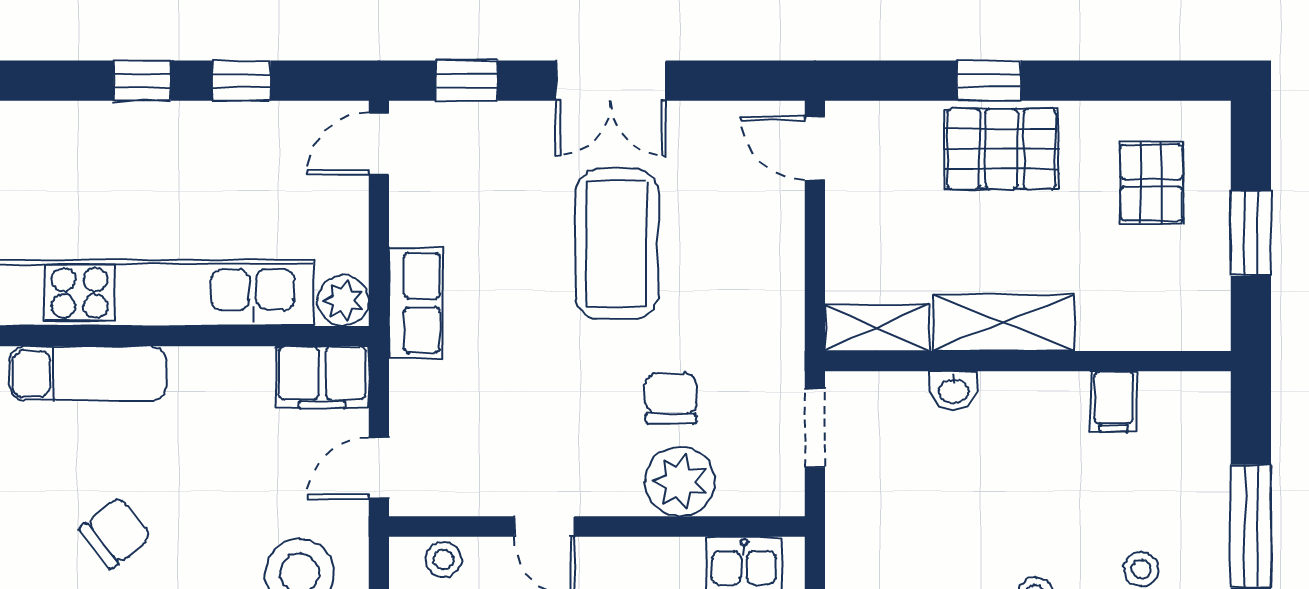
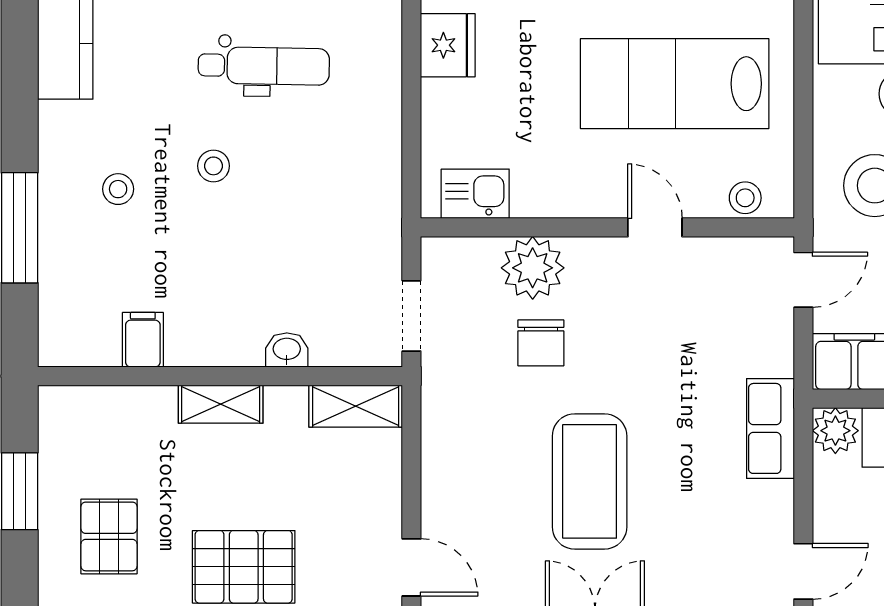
shelving: (1004, 323) -> (221, 404), width x0.67, depth x0.75

